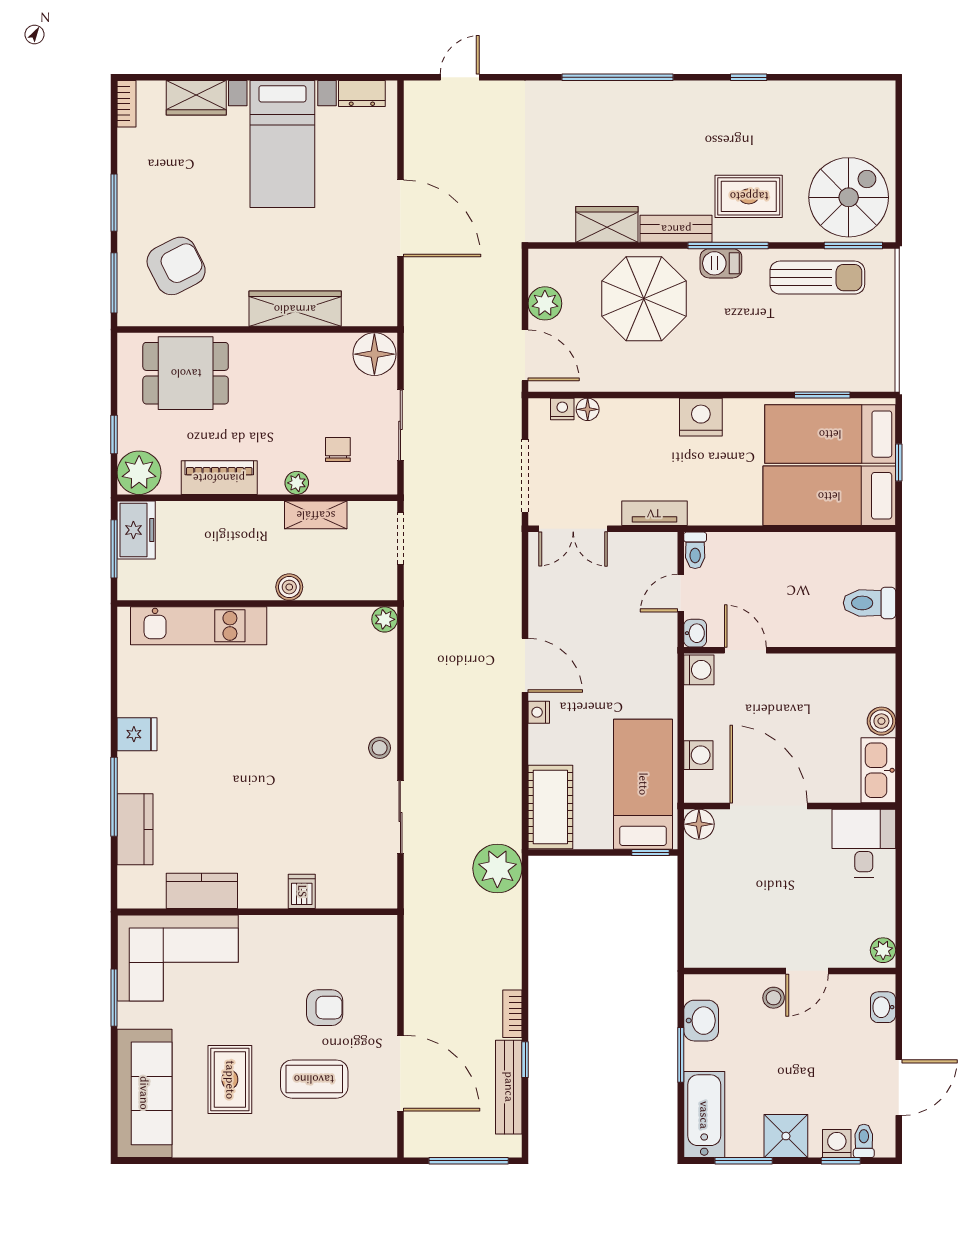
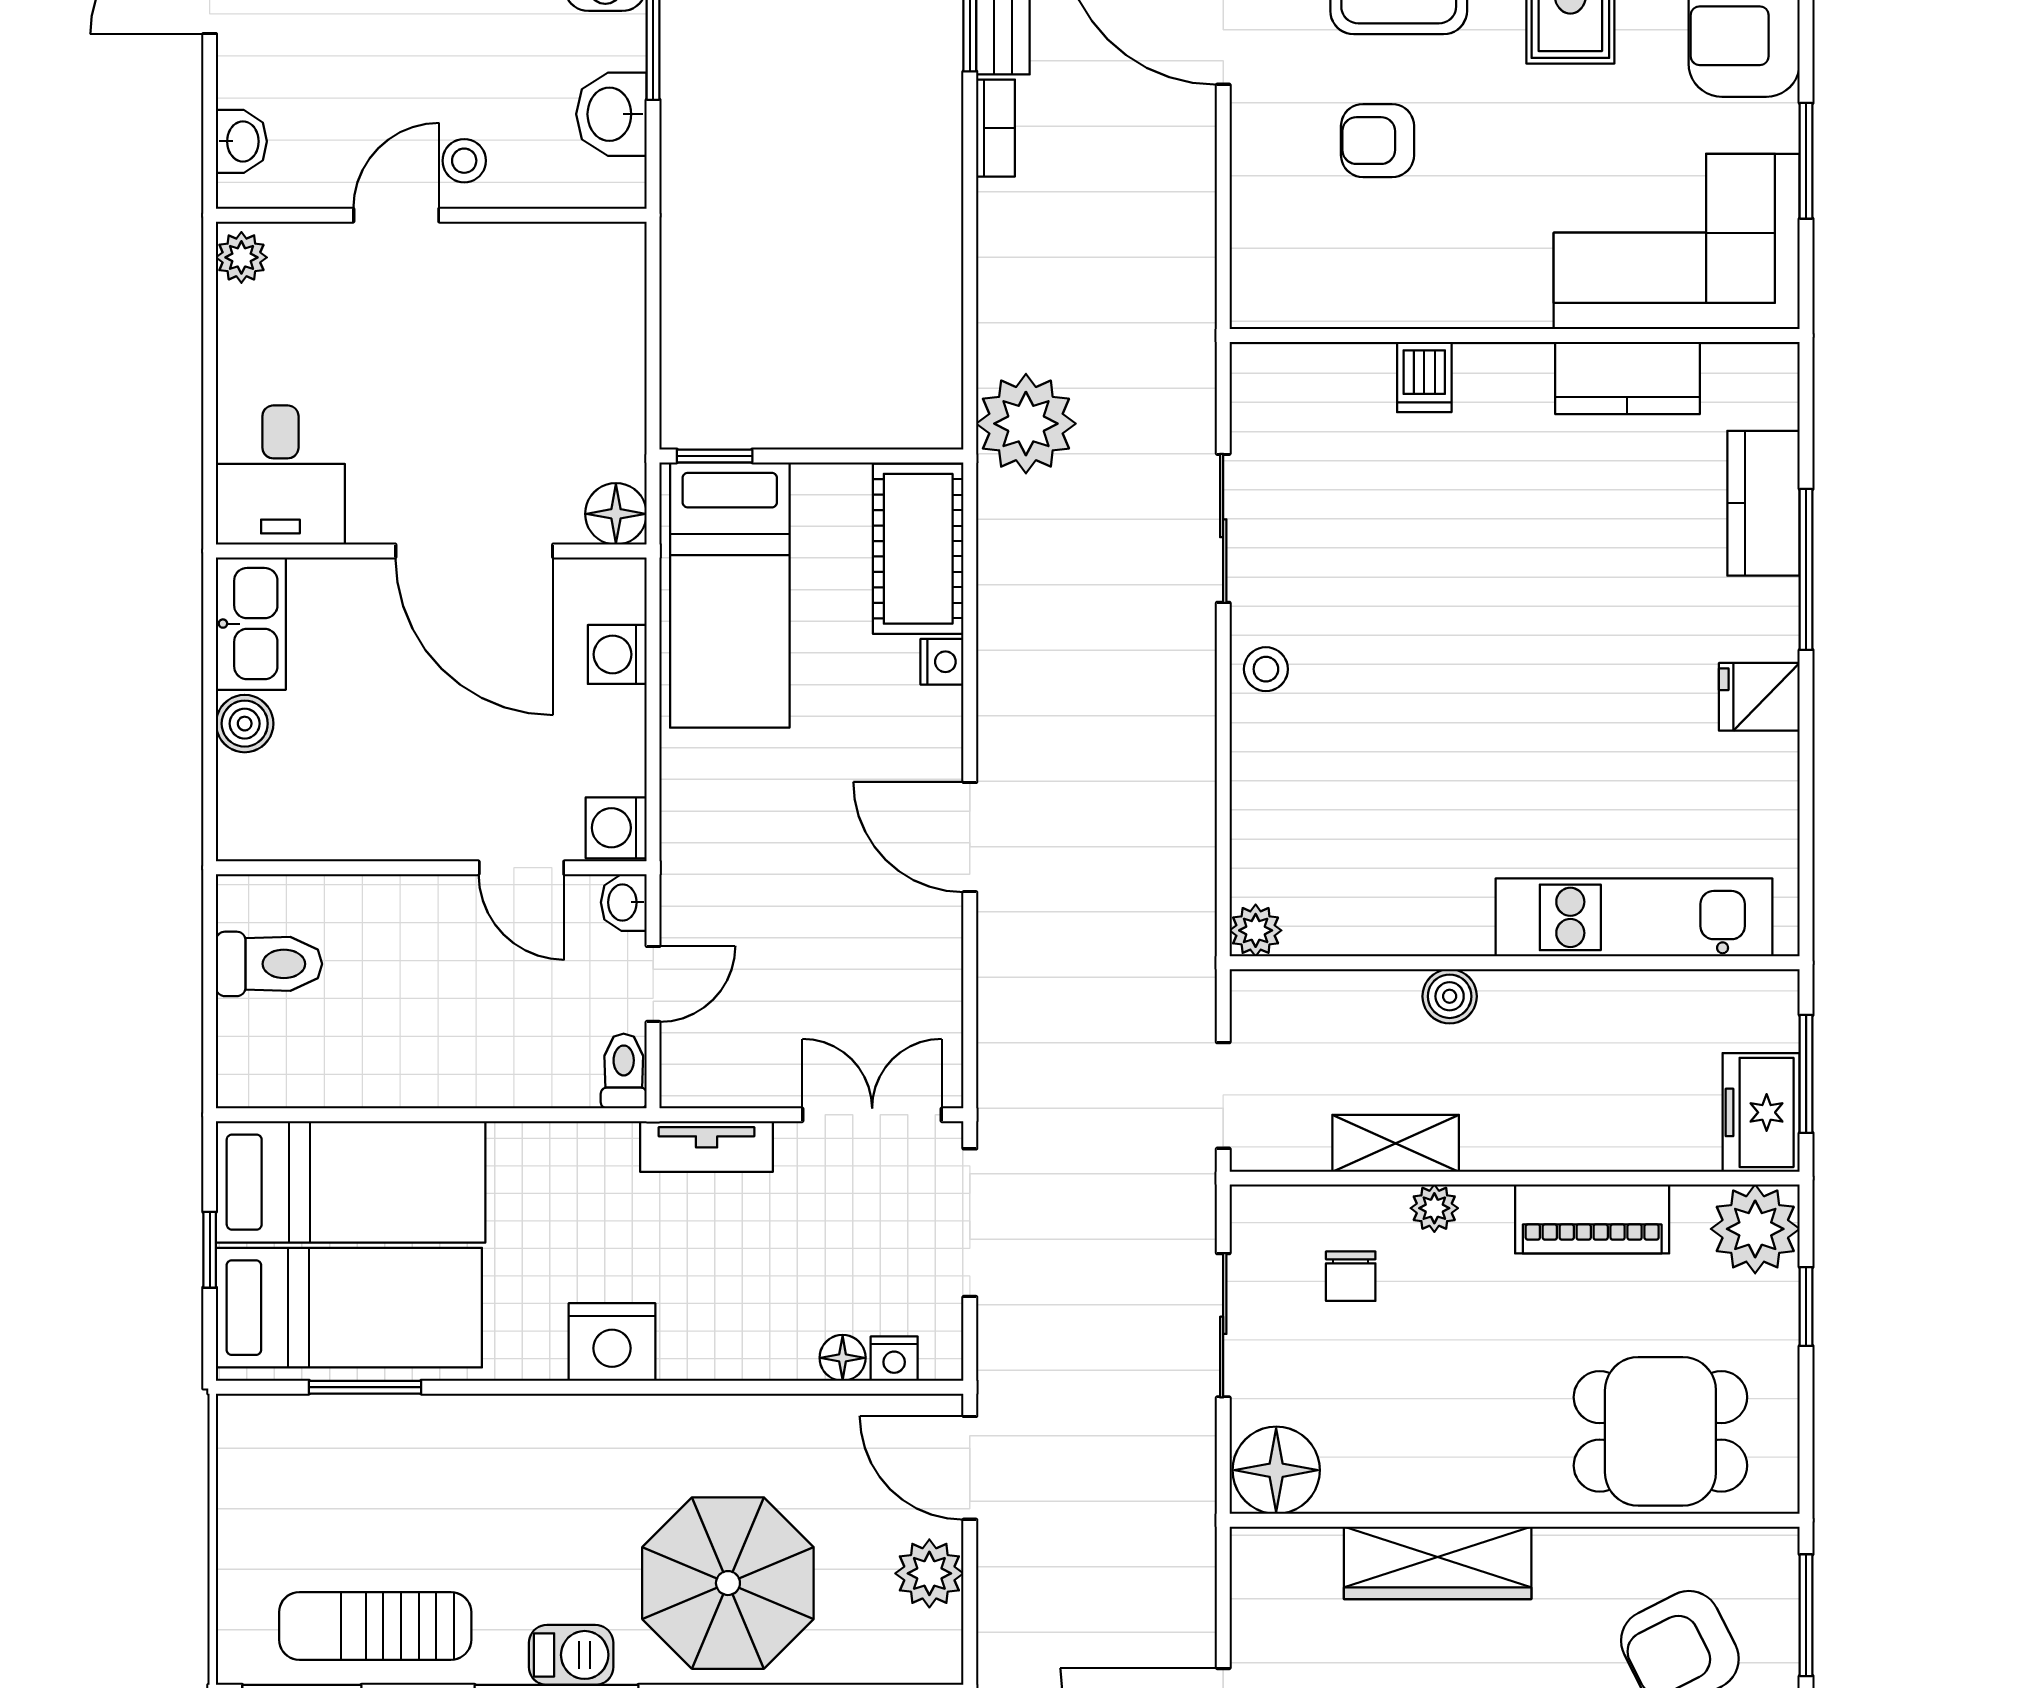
nightstand: (539, 712) -> (942, 662), moved

